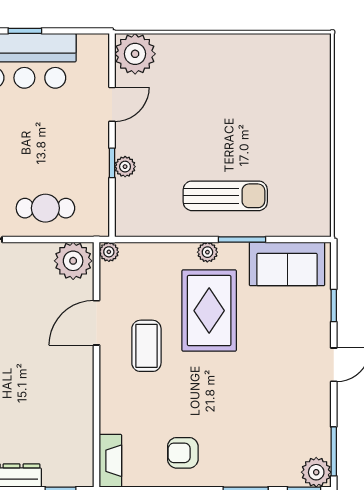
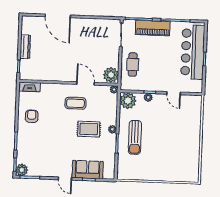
plant: (135, 54) -> (128, 101), moved
sofa: (287, 264) -> (88, 170), moved, turned 90
rug: (209, 311) -> (89, 129), width x0.73, depth x0.70

